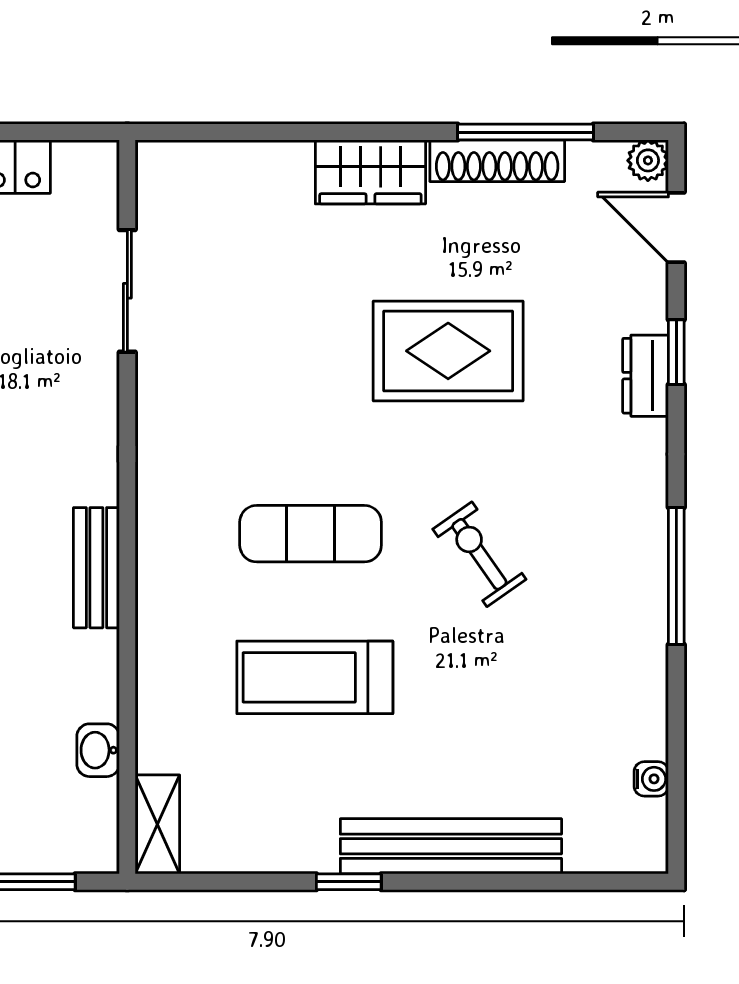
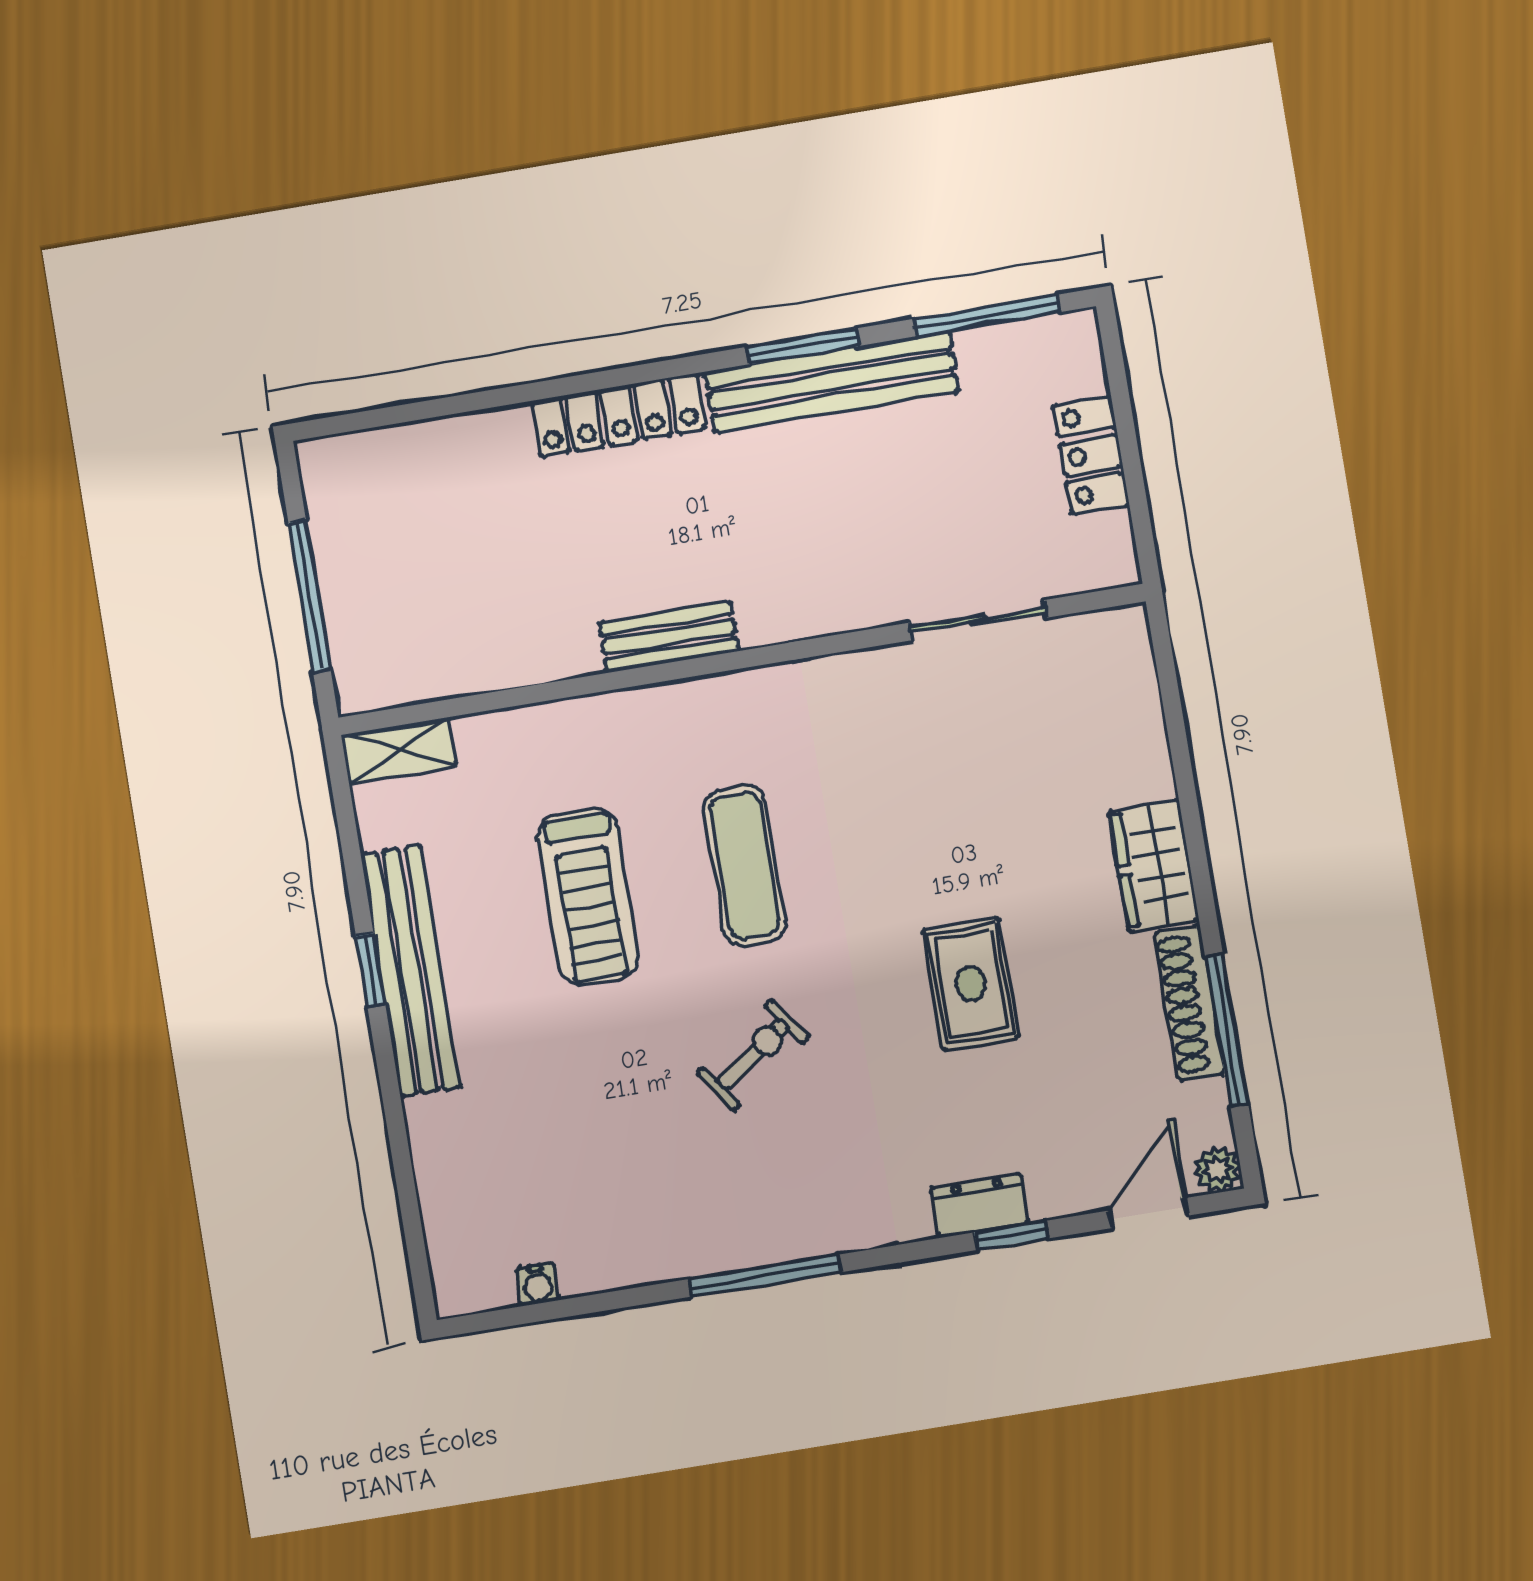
rug: (448, 351) -> (971, 984), width x0.73, depth x0.70
treadmill: (315, 677) -> (588, 896), turned 180
washbasin: (98, 750) -> (469, 672), removed
bench: (451, 846) -> (410, 971), moved

